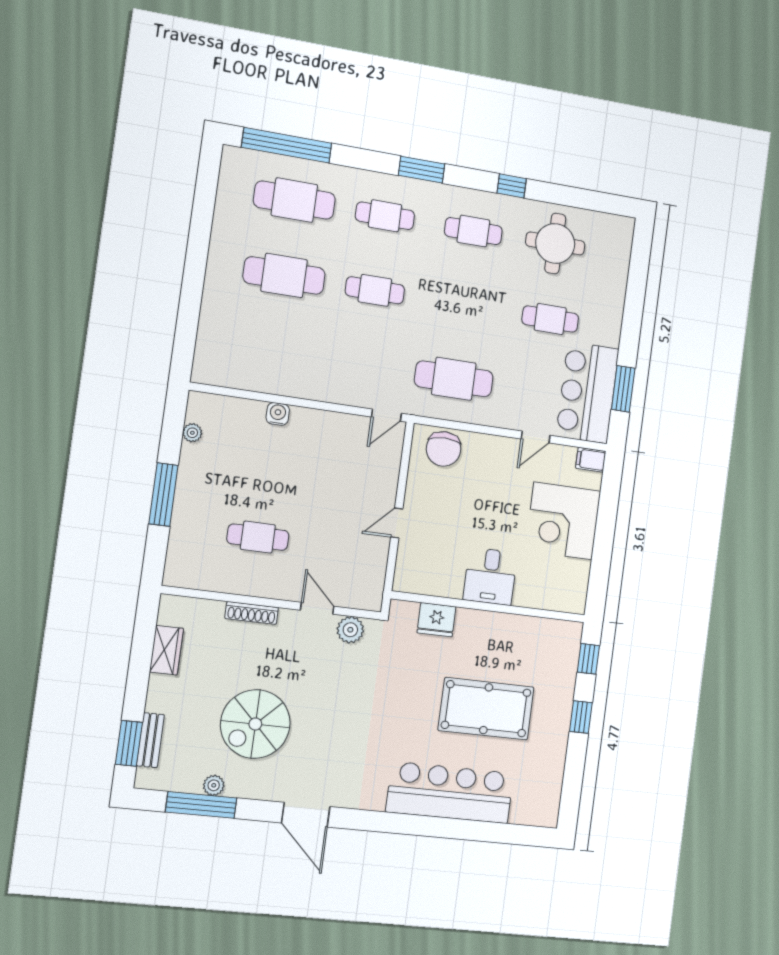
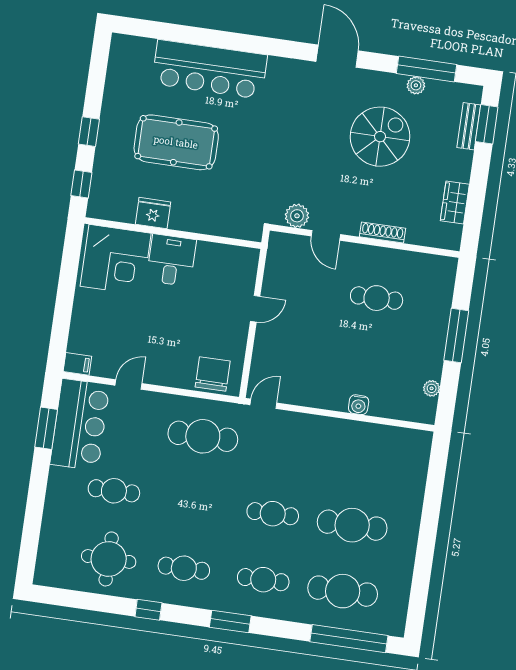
corner desk: (563, 521) -> (116, 260), moved, turned 90
fridge: (436, 620) -> (153, 213), moved

